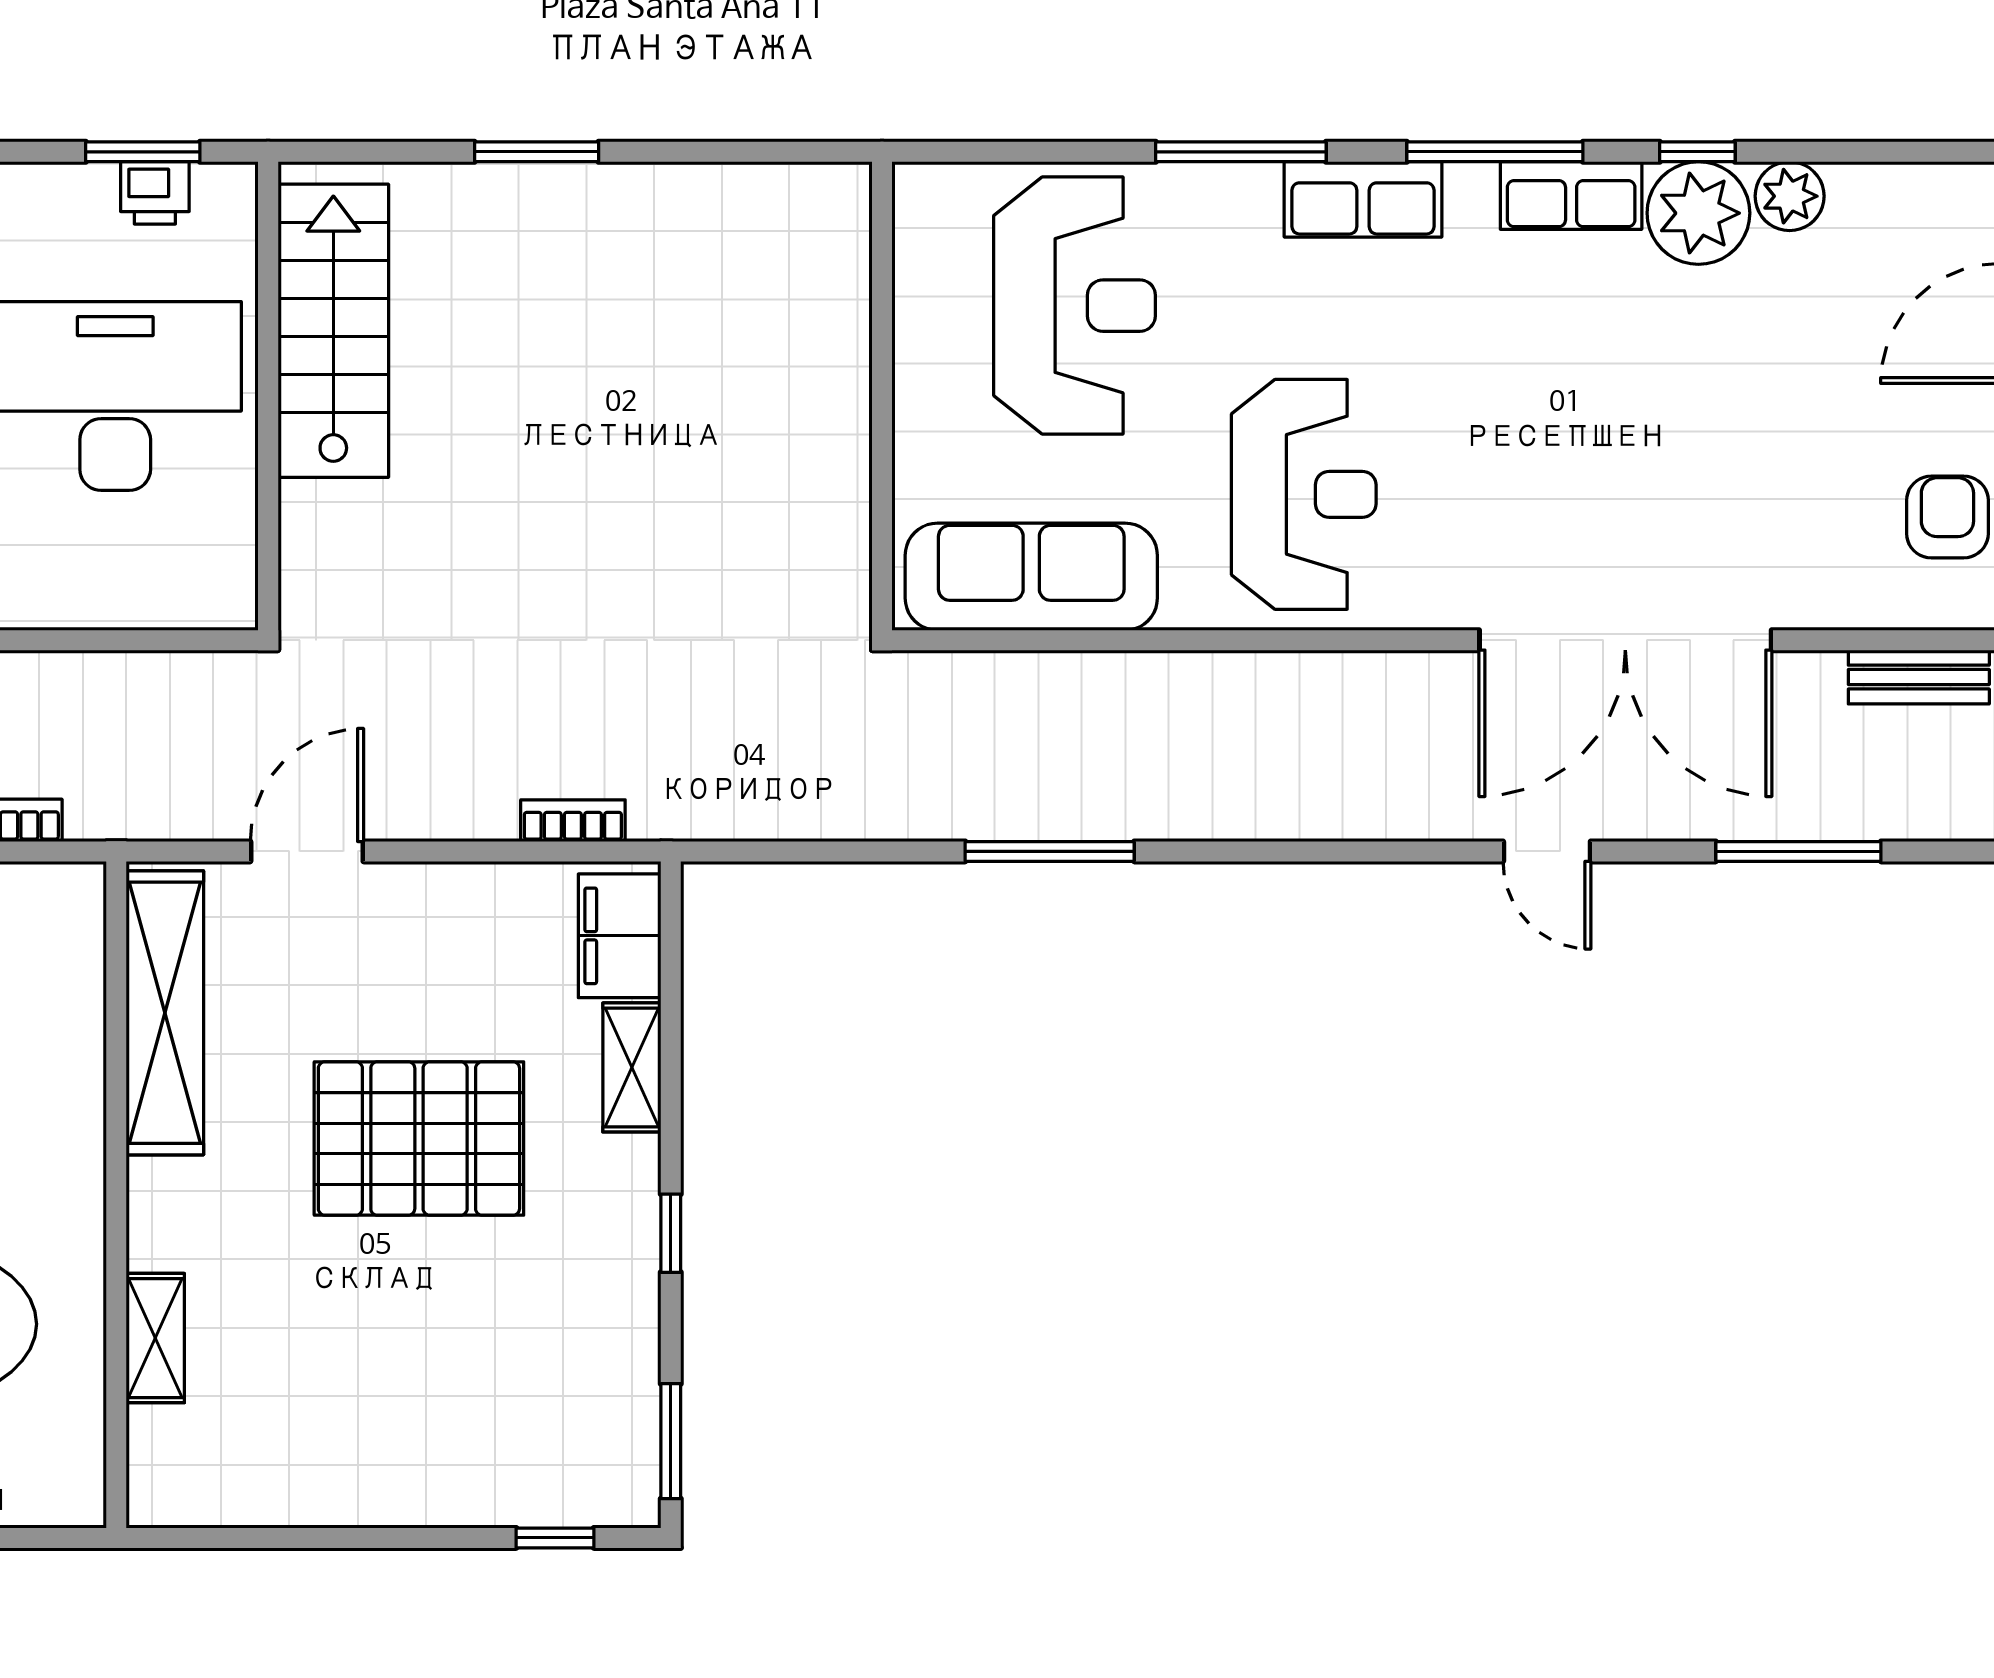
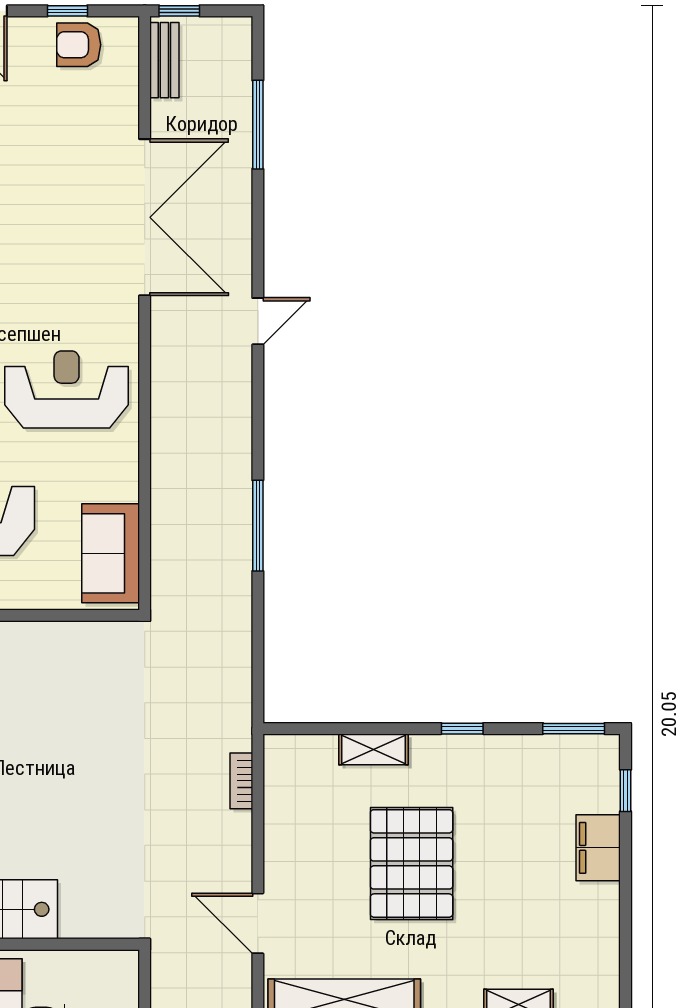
sofa: (1031, 577) -> (111, 553), width x0.73
door: (1547, 851) -> (258, 321), moved
filing cabinet: (620, 936) -> (598, 848), moved, turned 90

